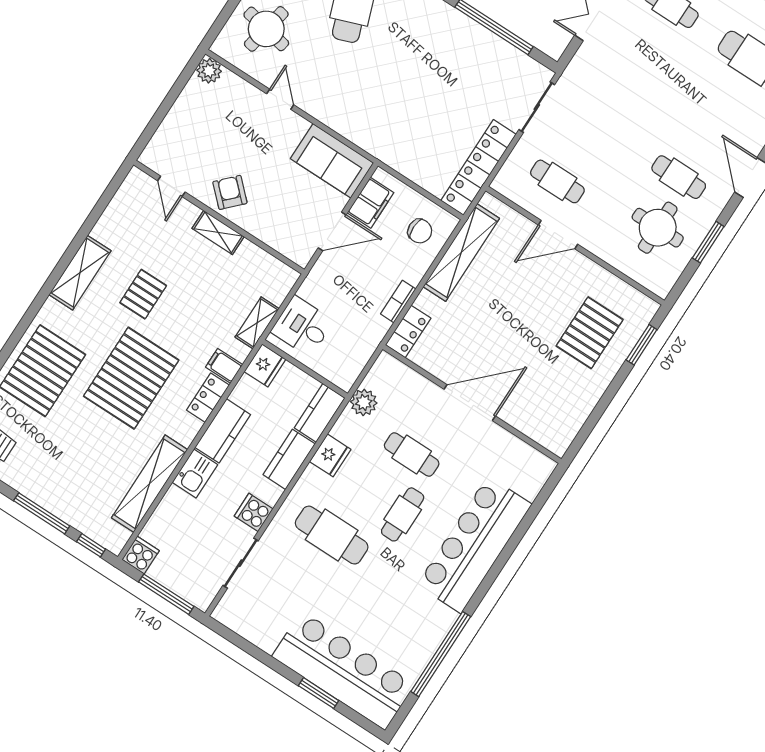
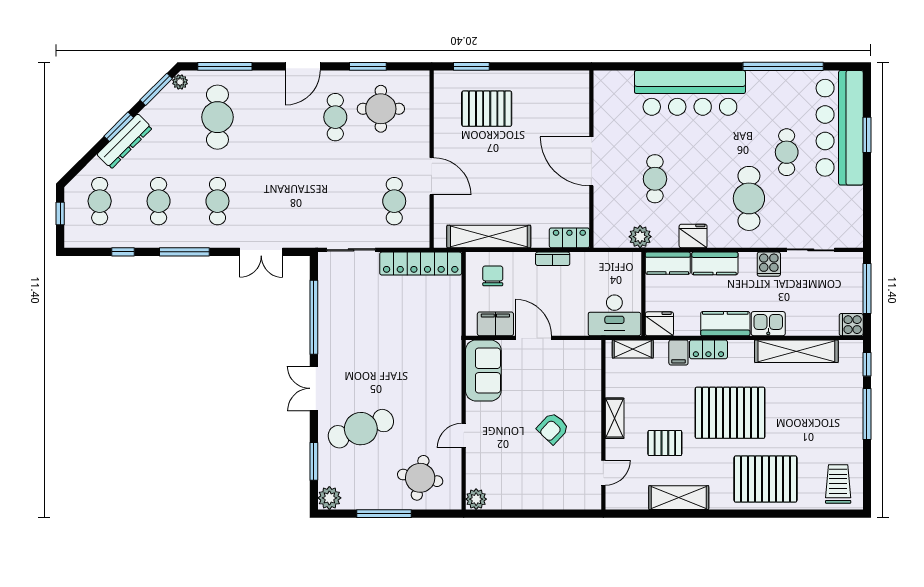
door: (171, 186) -> (603, 473), moved
wall: (219, 217) -> (603, 425), moved
shelving: (218, 232) -> (615, 418), moved
desk: (302, 326) -> (614, 315), width x1.37
cafe table: (403, 514) -> (787, 152), moved, turned 90

